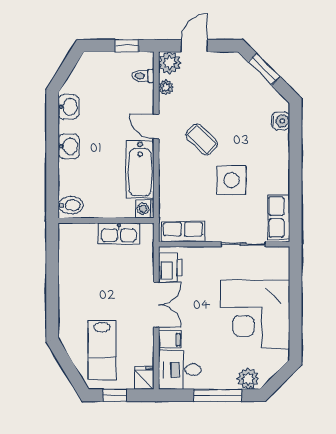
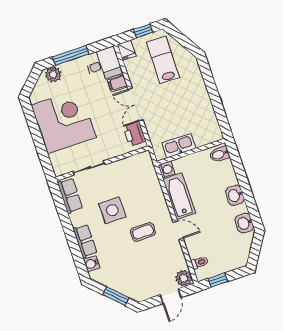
plant: (166, 87) -> (180, 260), removed
coffee table: (202, 139) -> (143, 232), turned -44
row of seats: (183, 232) -> (85, 241), moved, turned -90

